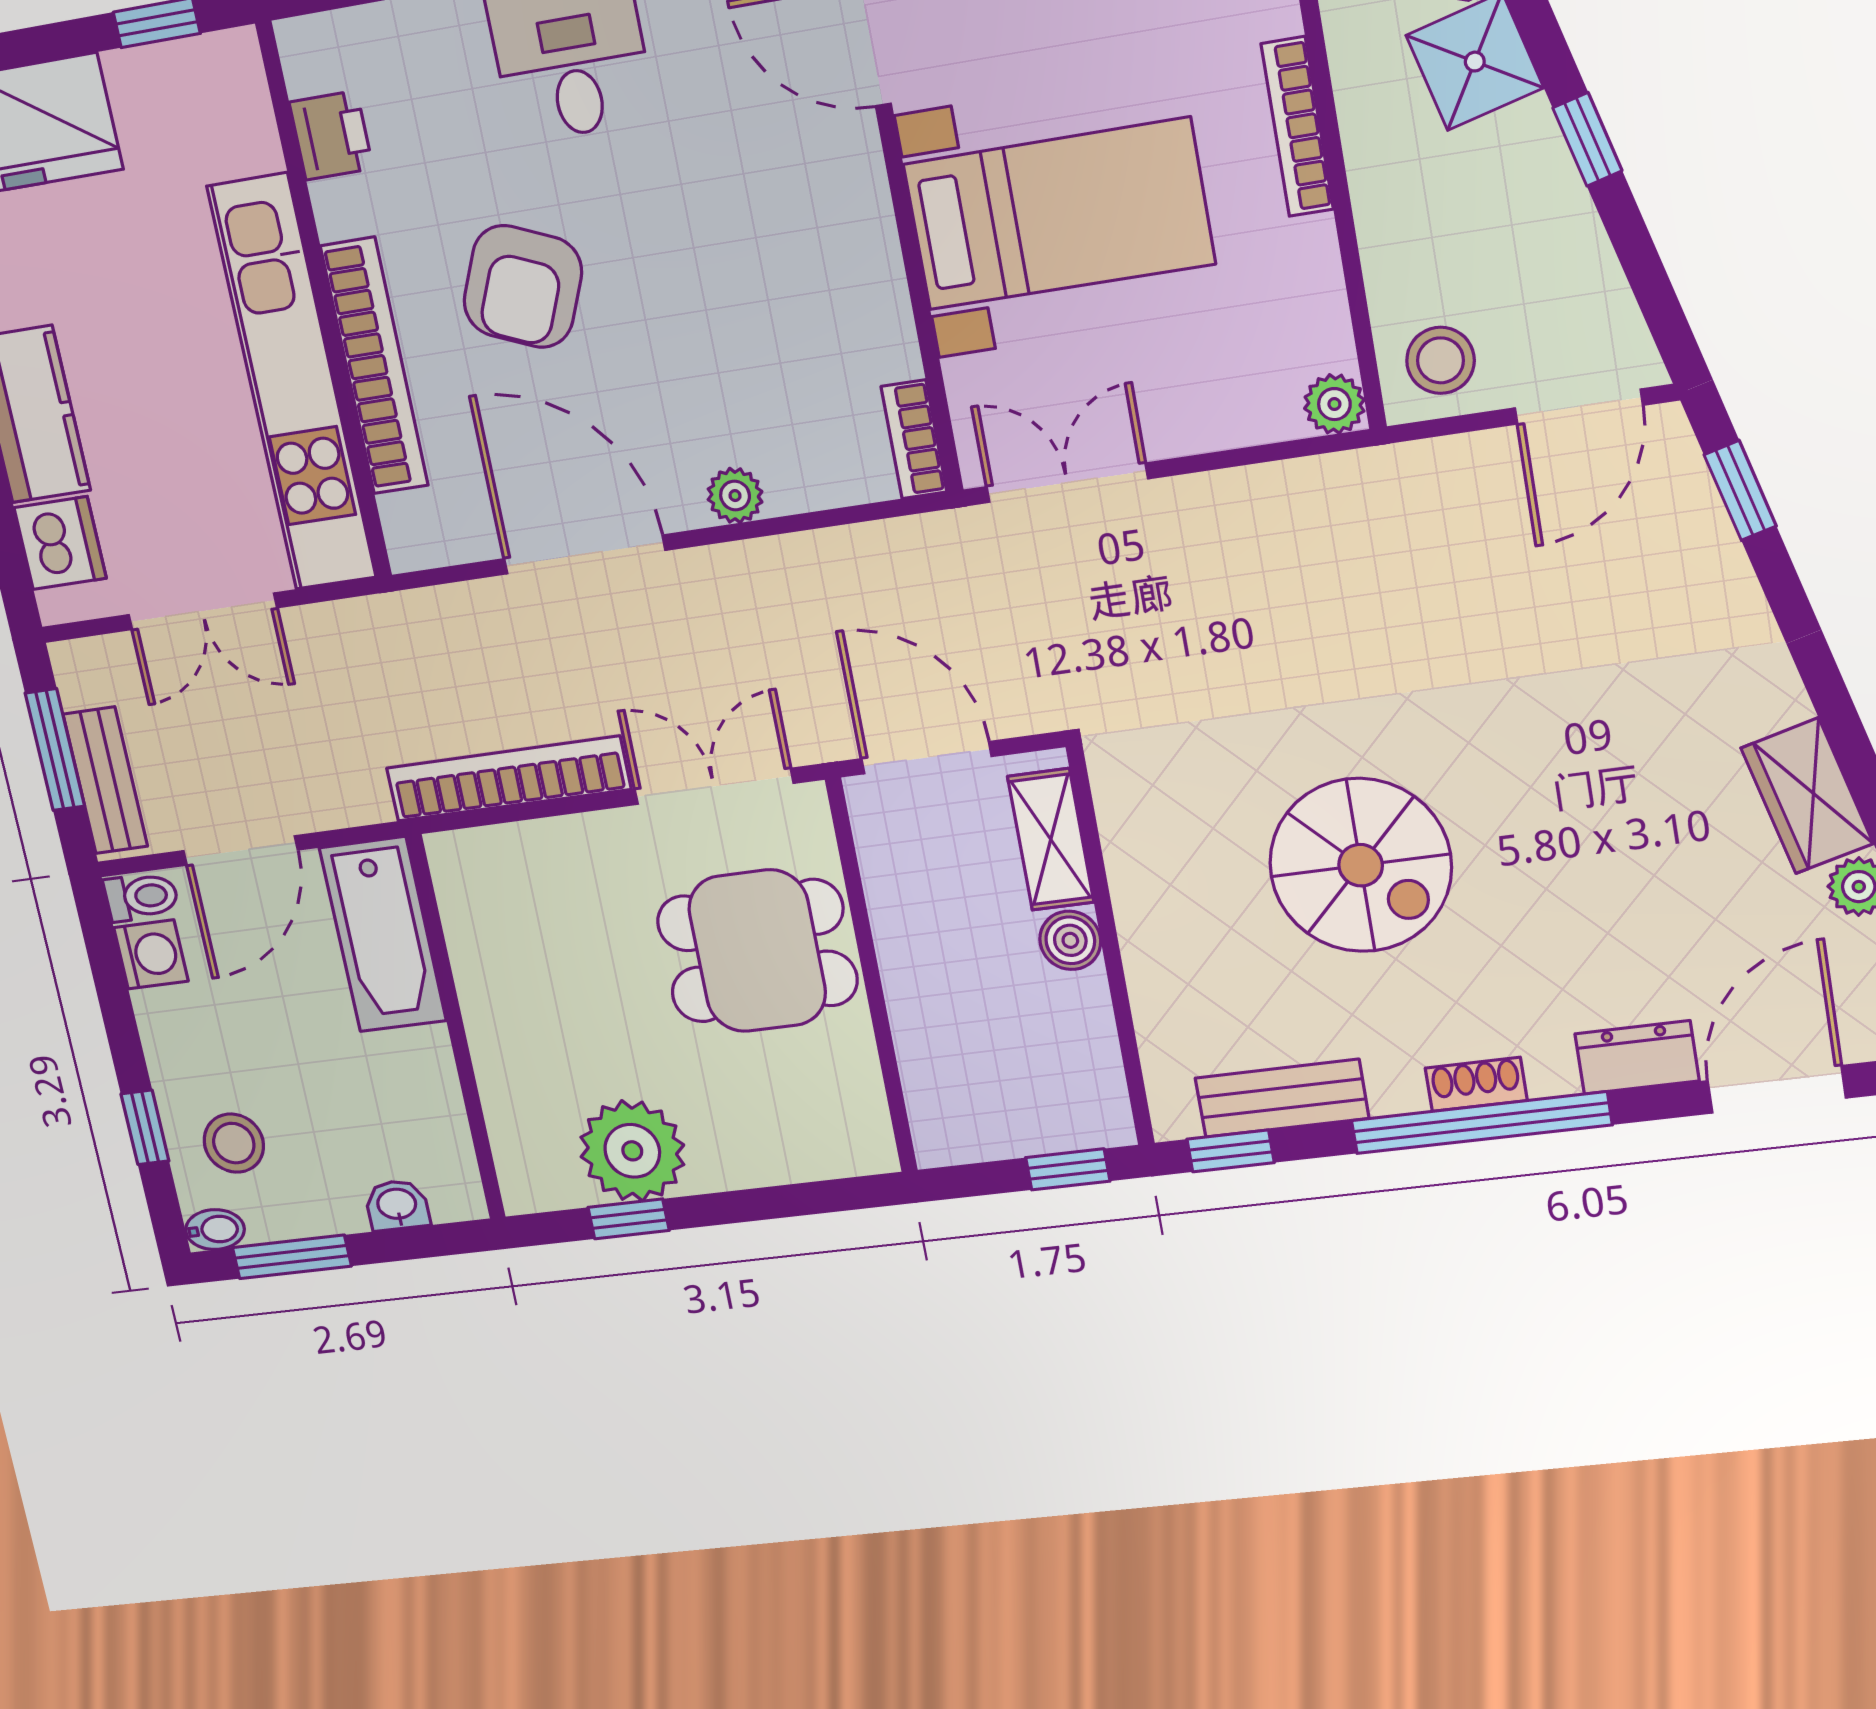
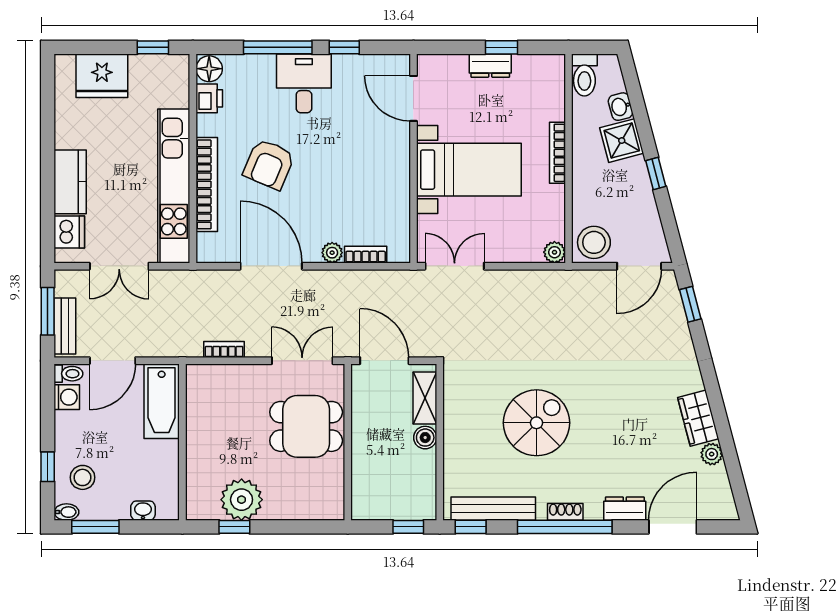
floor lamp: (314, 55) -> (209, 69), added
stool: (1441, 360) -> (594, 242), width x1.38, depth x1.38
bookcase: (914, 439) -> (366, 255), moved, turned 90
bookcase: (508, 779) -> (224, 350), width x0.43, depth x0.76
spiral stairs: (1361, 865) -> (537, 423), turned -90
bench: (1282, 1098) -> (493, 509), width x1.36

